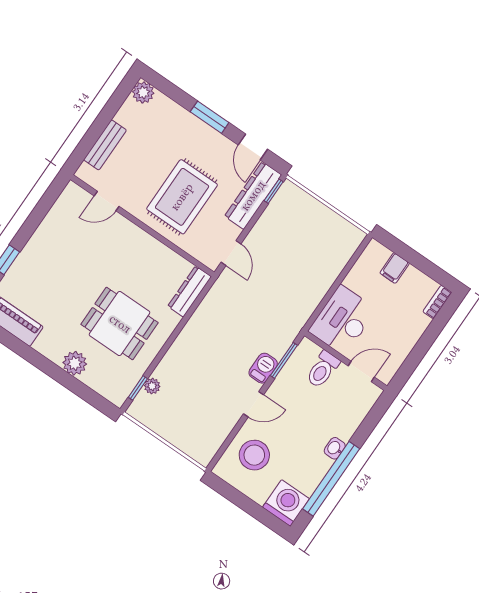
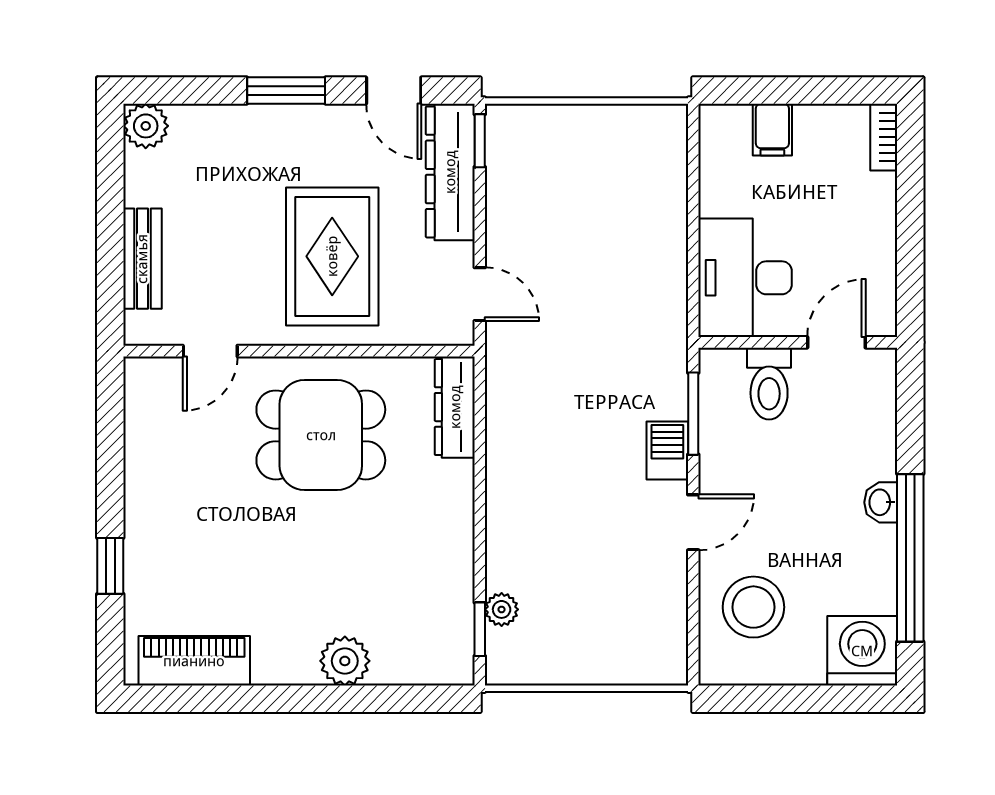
dining table: (120, 324) -> (321, 435), moved

